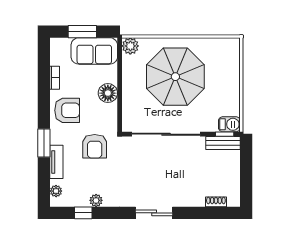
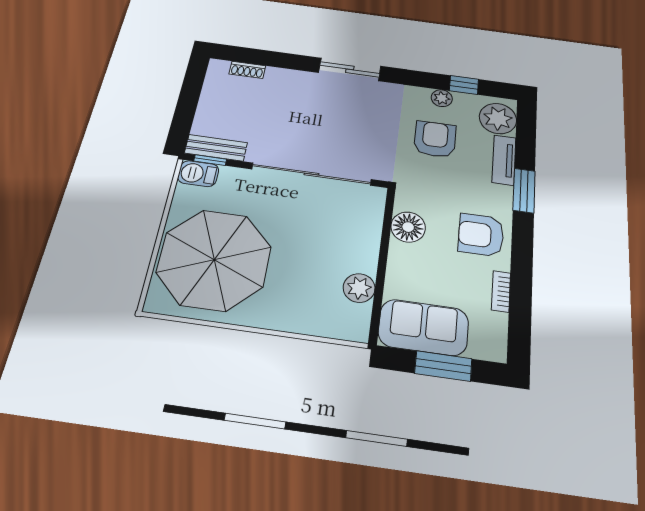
plant: (130, 46) -> (359, 288), moved
parasol: (175, 77) -> (214, 260), moved
floor lamp: (108, 93) -> (408, 227), moved
armchair: (95, 146) -> (435, 139), moved
plant: (56, 191) -> (498, 119), width x1.88, depth x1.88

